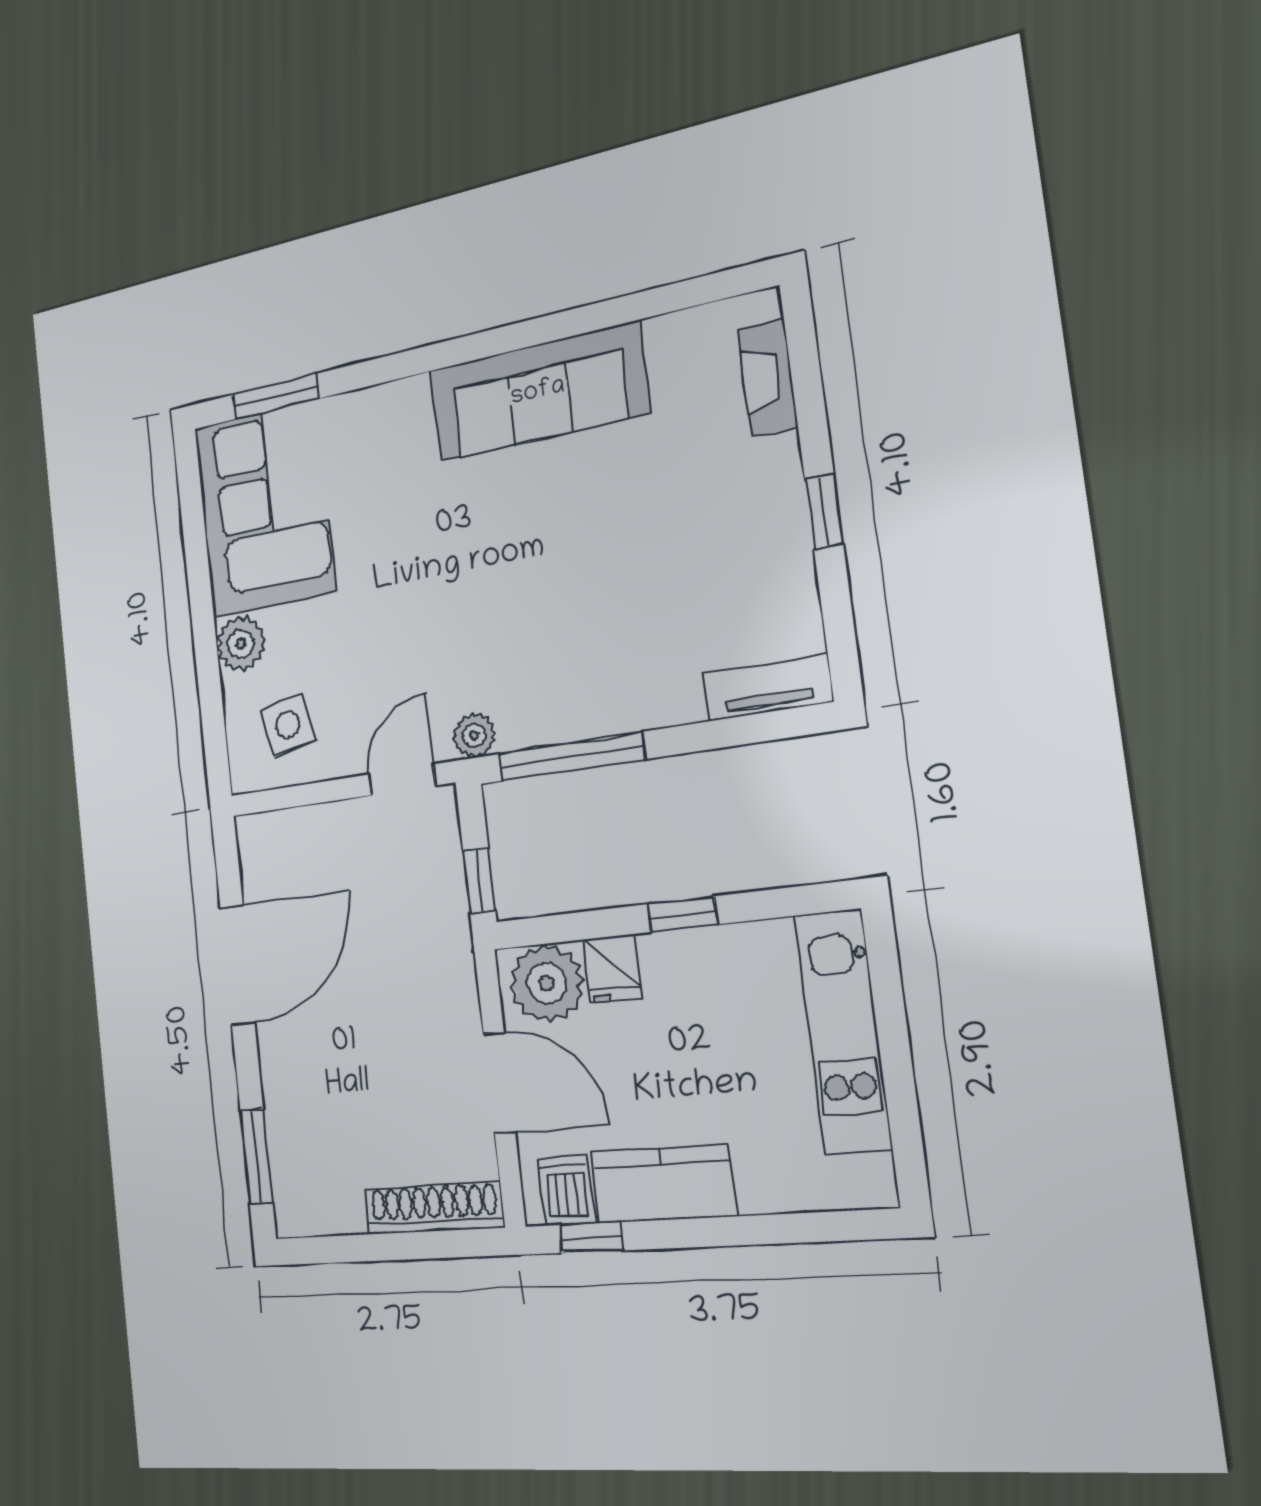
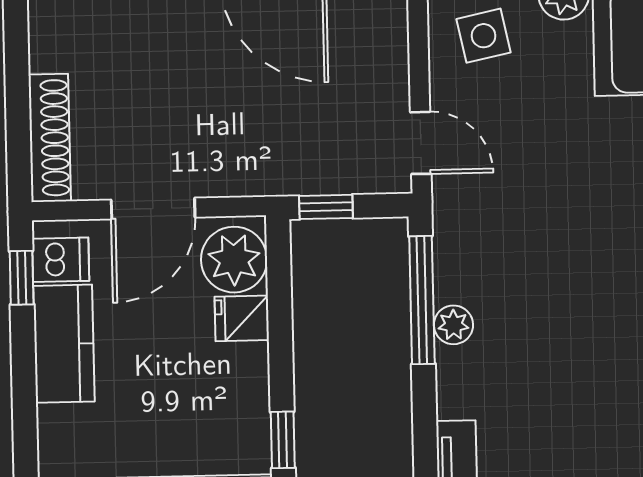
plant: (474, 735) -> (453, 325), moved
window: (682, 914) -> (283, 440), moved

